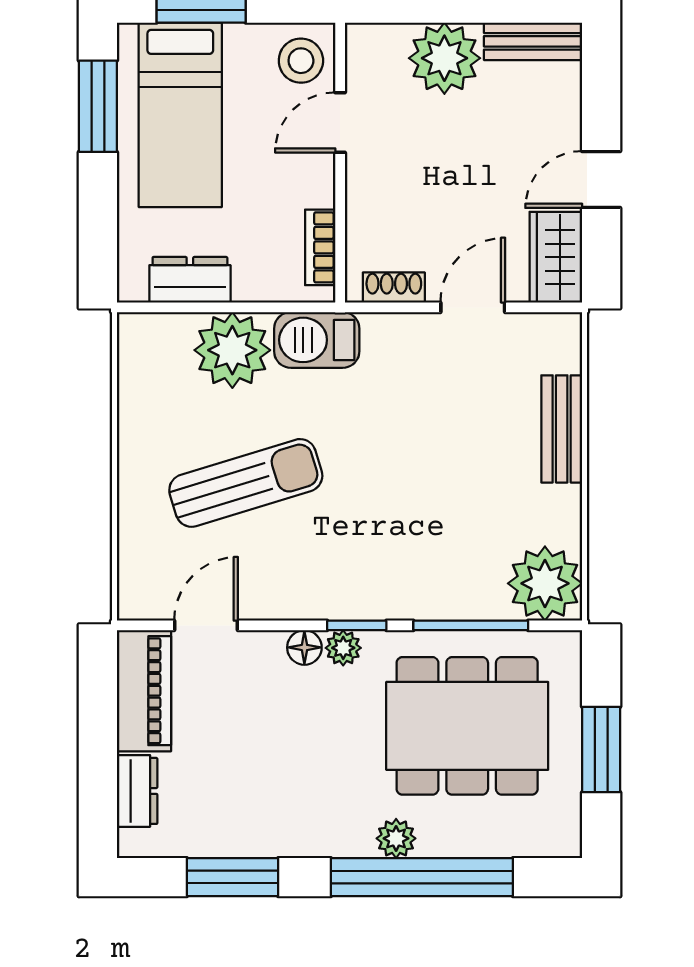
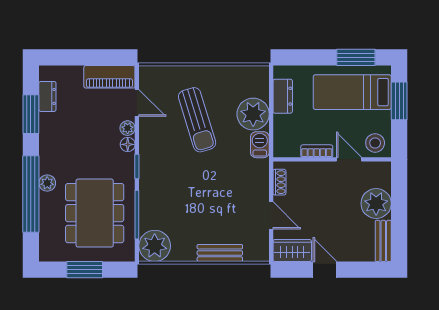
bookcase: (320, 247) -> (317, 151), moved
barbecue: (317, 340) -> (260, 145), width x0.73, depth x0.79
plant: (343, 648) -> (128, 128), moved
dresser: (137, 791) -> (47, 96), moved, turned -90

